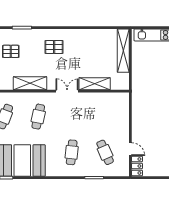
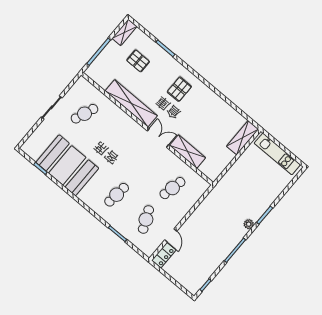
pallet: (54, 47) -> (179, 89), turned 90
shelving: (123, 51) -> (242, 138), width x0.68
shelving: (30, 83) -> (131, 103), width x1.47
cafe table: (38, 117) -> (172, 188), moved

